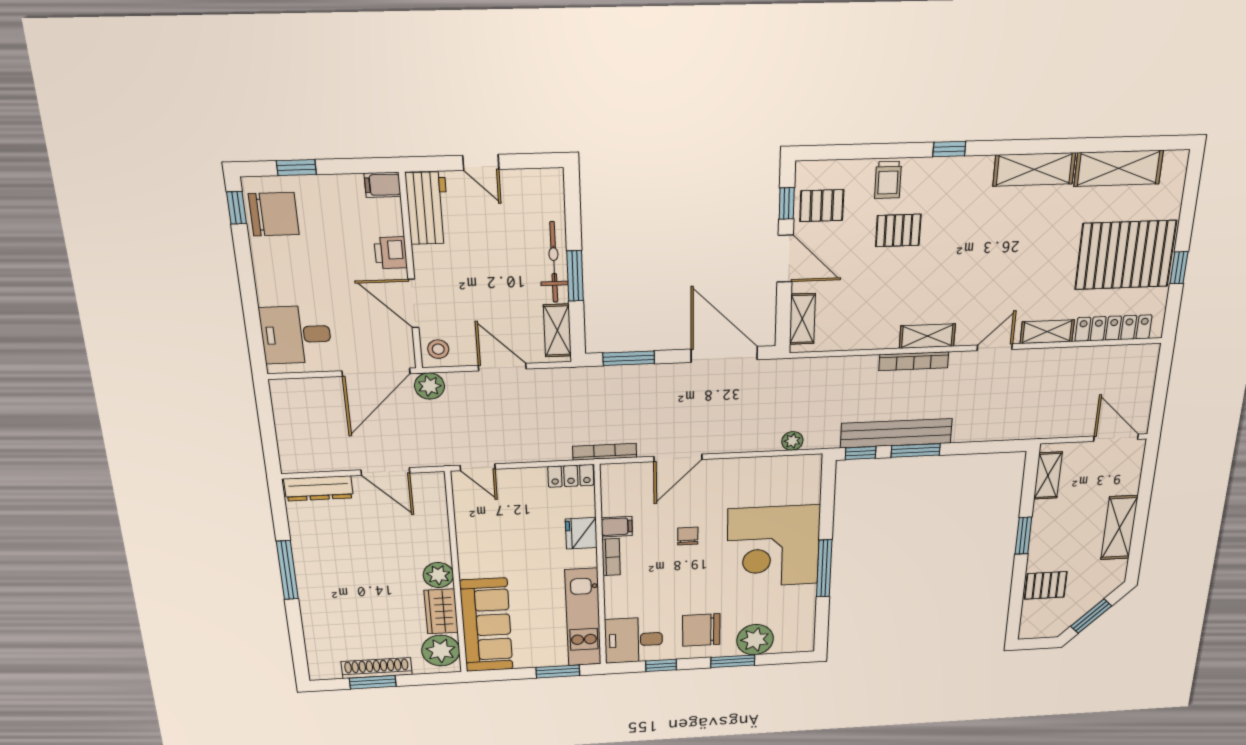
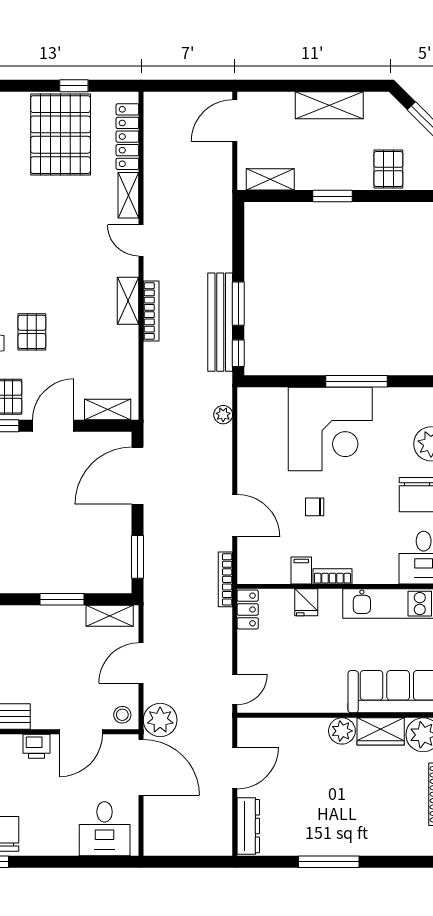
bicycle: (554, 262) -> (49, 616), removed
plant: (429, 386) -> (160, 720), width x1.36, depth x1.36
fridge: (581, 533) -> (306, 602), width x0.72

